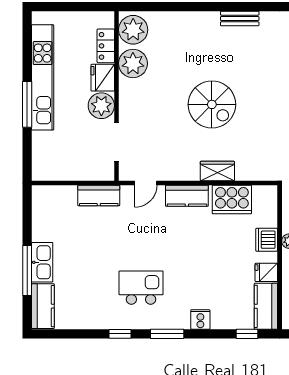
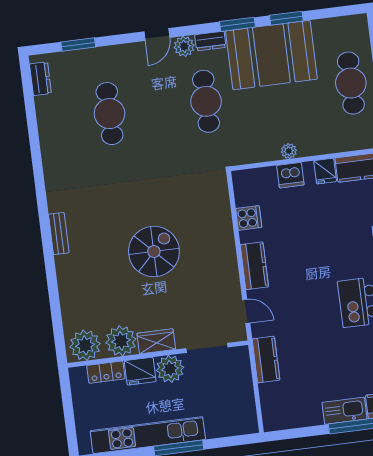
wardrobe: (217, 171) -> (156, 341), moved, turned 90
cooker: (232, 200) -> (249, 218), width x0.53, depth x0.76

